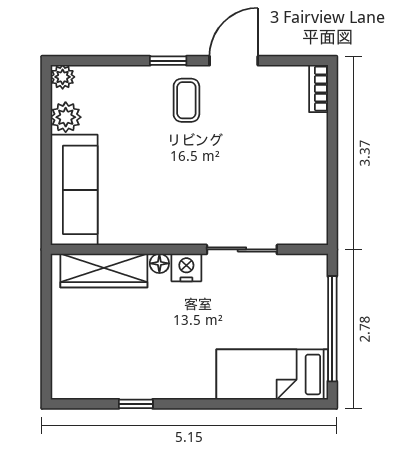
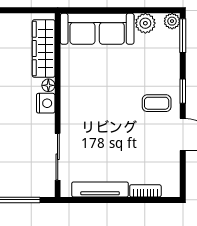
window: (84, 61) -> (183, 36), added
bookcase: (319, 89) -> (145, 191), moved
tv unit: (316, 186) -> (100, 189), added
sliding door: (242, 249) -> (58, 157), moved

